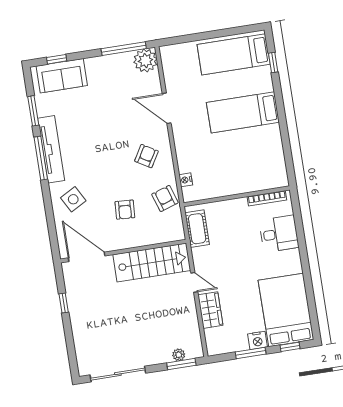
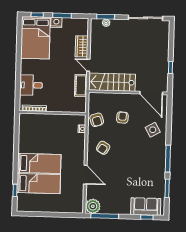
bed: (234, 54) -> (39, 184), moved
tv unit: (51, 149) -> (161, 163), removed
cot: (197, 229) -> (81, 85), moved

